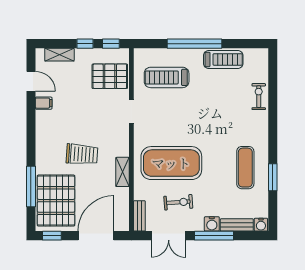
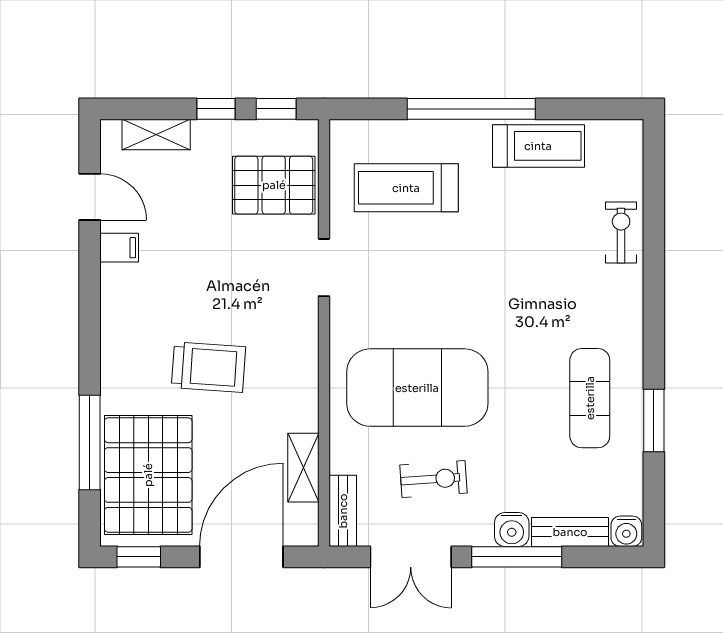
shelving: (122, 172) -> (303, 468), moved

